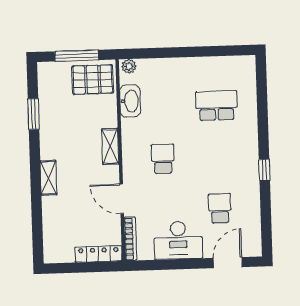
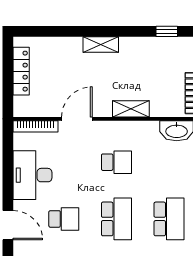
window: (33, 114) -> (167, 31), width x0.67
school desk: (218, 157) -> (116, 219), added
locker: (98, 254) -> (21, 71), moved

